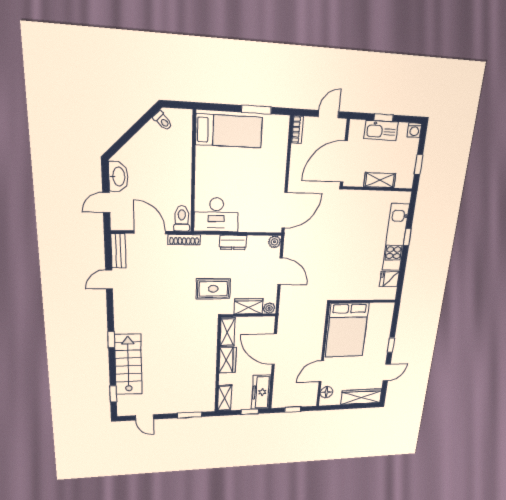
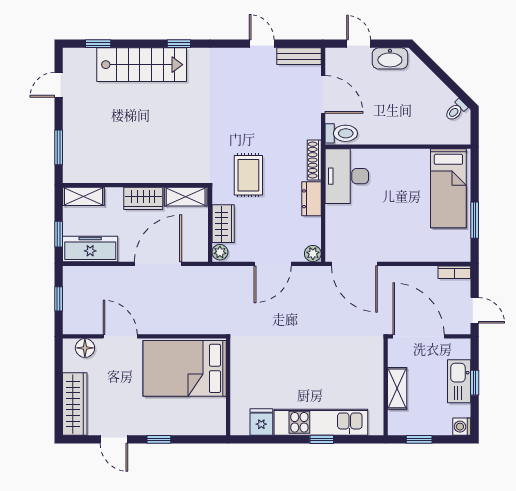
door: (150, 232) -> (323, 94), hinge flipped
shoe rack: (184, 240) -> (314, 160), moved

